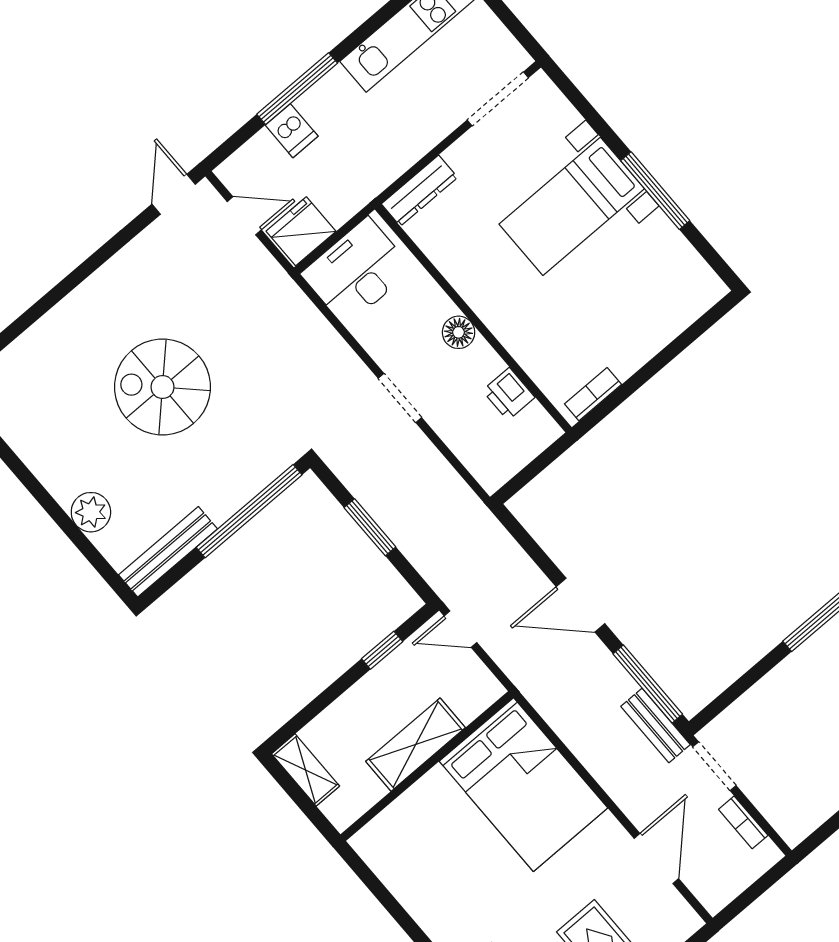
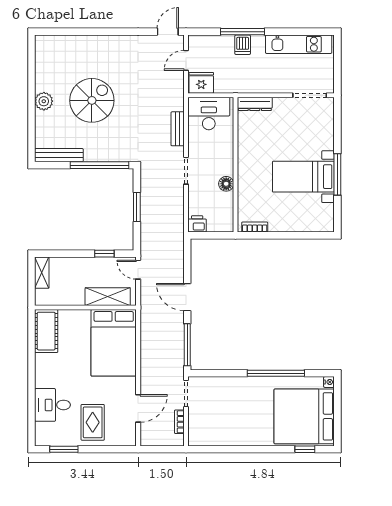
dishwasher: (292, 131) -> (243, 45), moved
bed with nightstands: (572, 206) -> (303, 177), moved
door: (244, 216) -> (186, 60), swing flipped
floor lamp: (459, 332) -> (226, 184), moved
spiral stairs: (162, 387) -> (92, 100), moved, turned 90
printer: (509, 394) -> (197, 224), moved, turned 90
plant: (91, 512) -> (44, 101), moved
bench: (656, 726) -> (178, 129), moved
shelving: (416, 745) -> (108, 297), moved
cot: (395, 860) -> (46, 331), added

